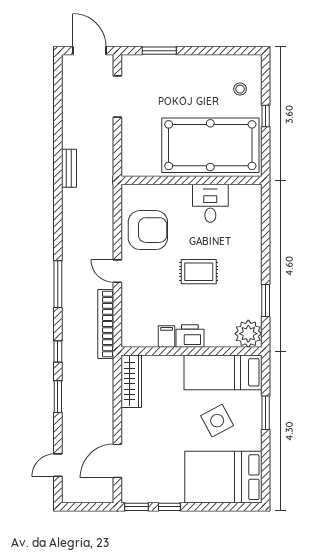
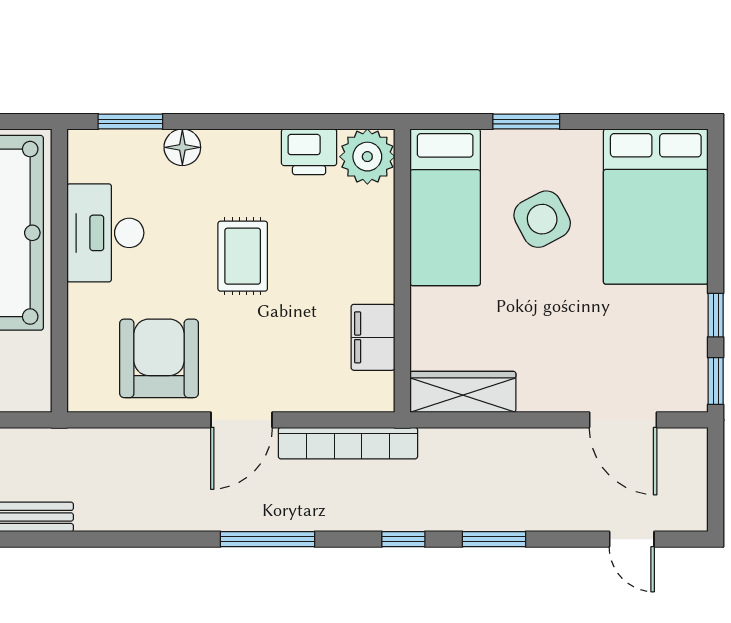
desk: (210, 203) -> (105, 233), width x1.37
floor lamp: (253, 242) -> (182, 147), added
door: (117, 271) -> (242, 420), width x1.38
window: (266, 300) -> (130, 122), moved
filing cabinet: (167, 336) -> (373, 337), width x2.00
printer: (190, 336) -> (309, 152), moved, turned -90

